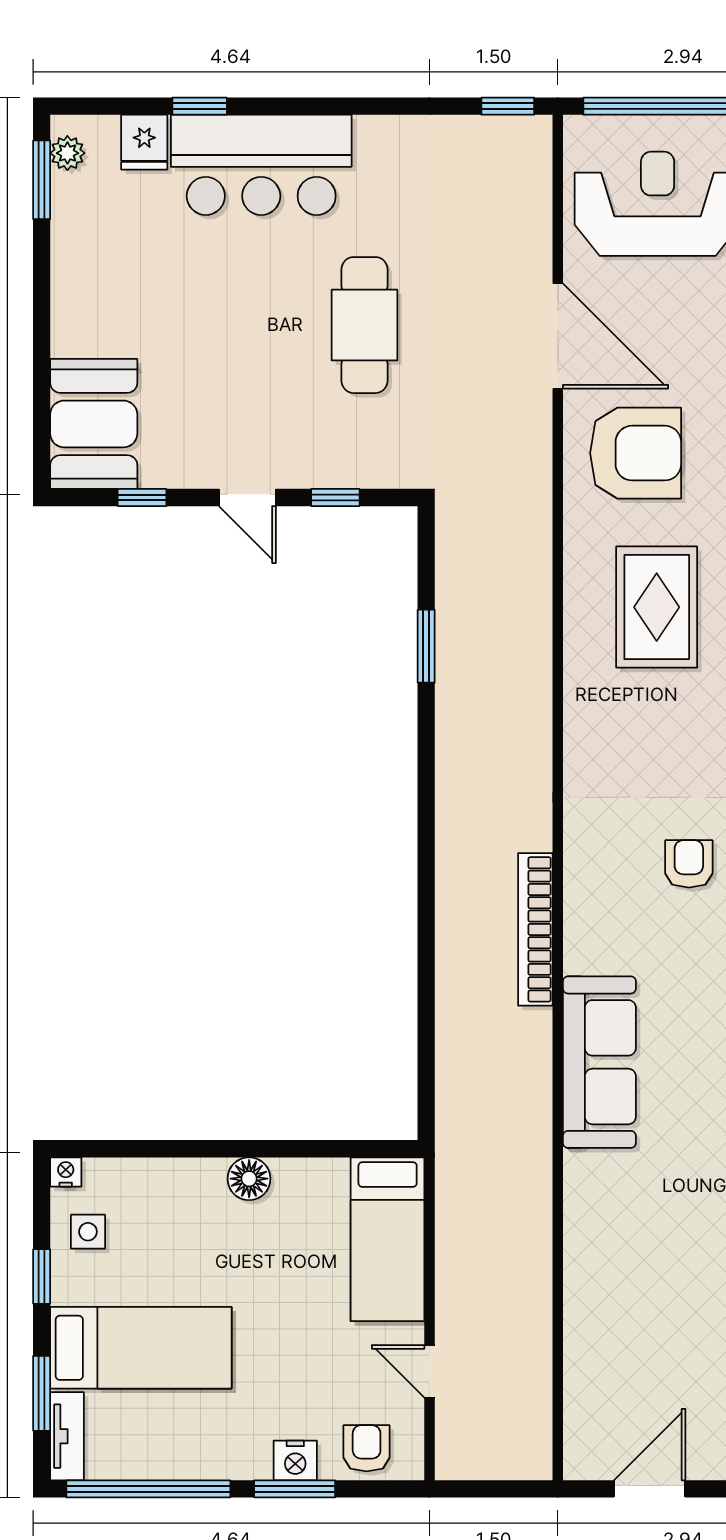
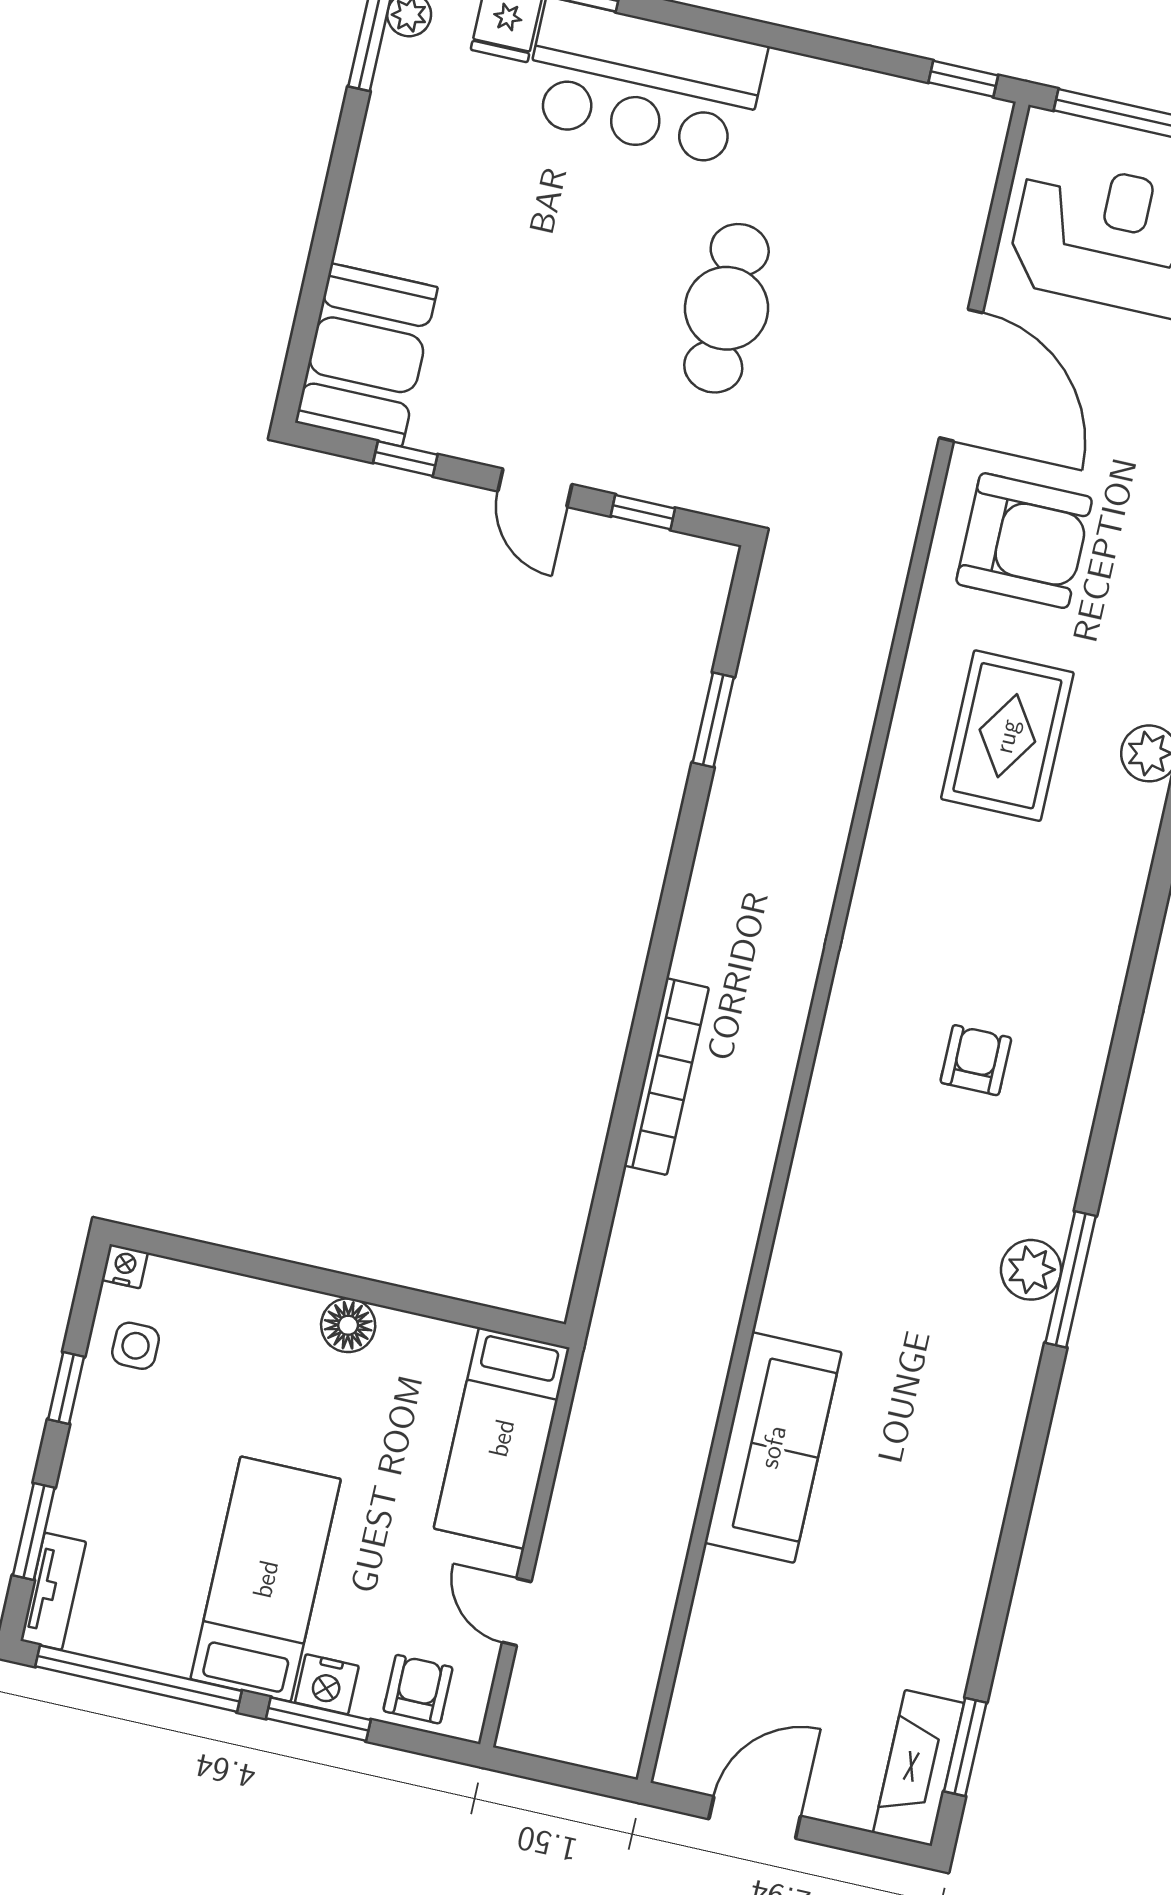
bookcase: (535, 929) -> (666, 1077), moved, turned 180
sofa: (599, 1062) -> (773, 1447), moved
bed: (141, 1348) -> (266, 1579), moved, turned -90

